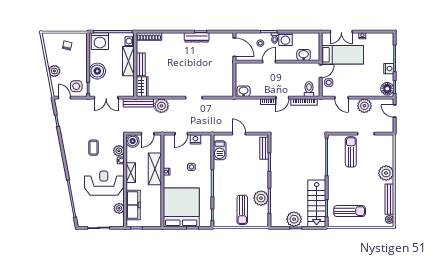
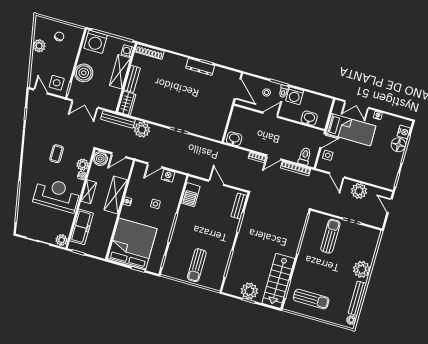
nightstand: (389, 69) -> (404, 132), moved
plant: (54, 71) -> (39, 46), moved
floor lamp: (387, 89) -> (398, 145), moved
plant: (261, 198) -> (220, 258), removed
plant: (119, 208) -> (62, 240), moved

